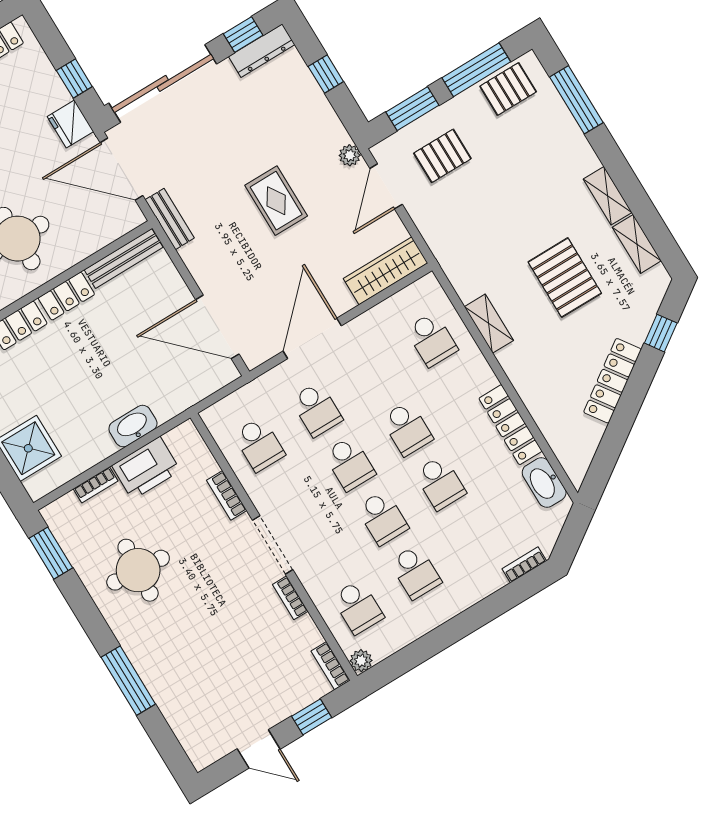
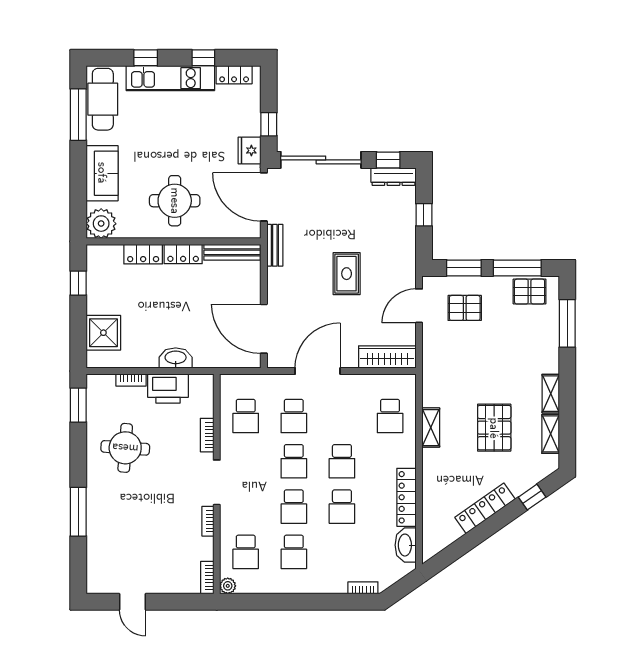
plant: (350, 155) -> (408, 273), removed
window: (312, 717) -> (177, 602), removed

